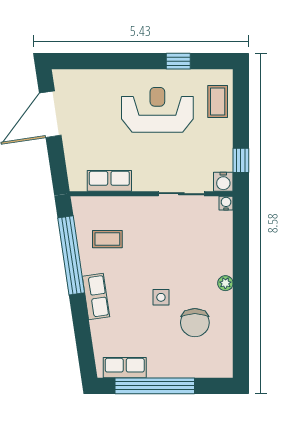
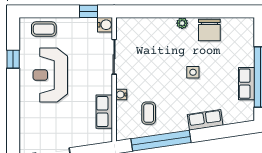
water cooler: (226, 203) -> (121, 94), moved
row of seats: (96, 297) -> (205, 120), moved
chair: (195, 323) -> (209, 30), moved, turned 90
row of seats: (125, 368) -> (247, 84), moved

